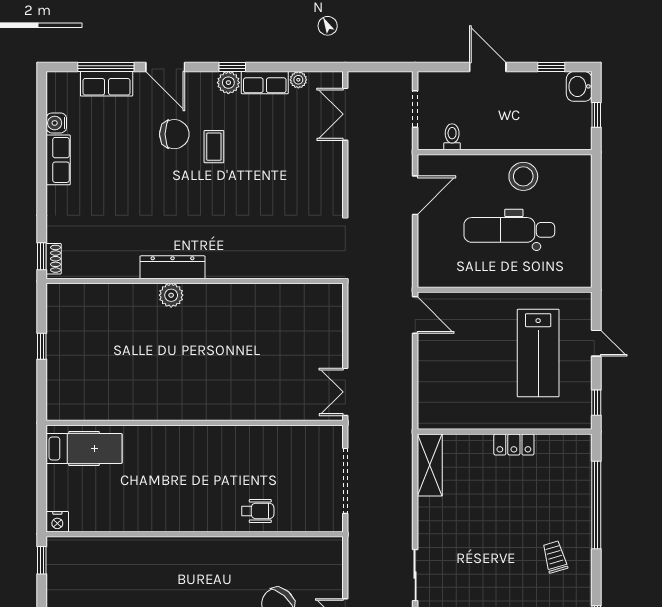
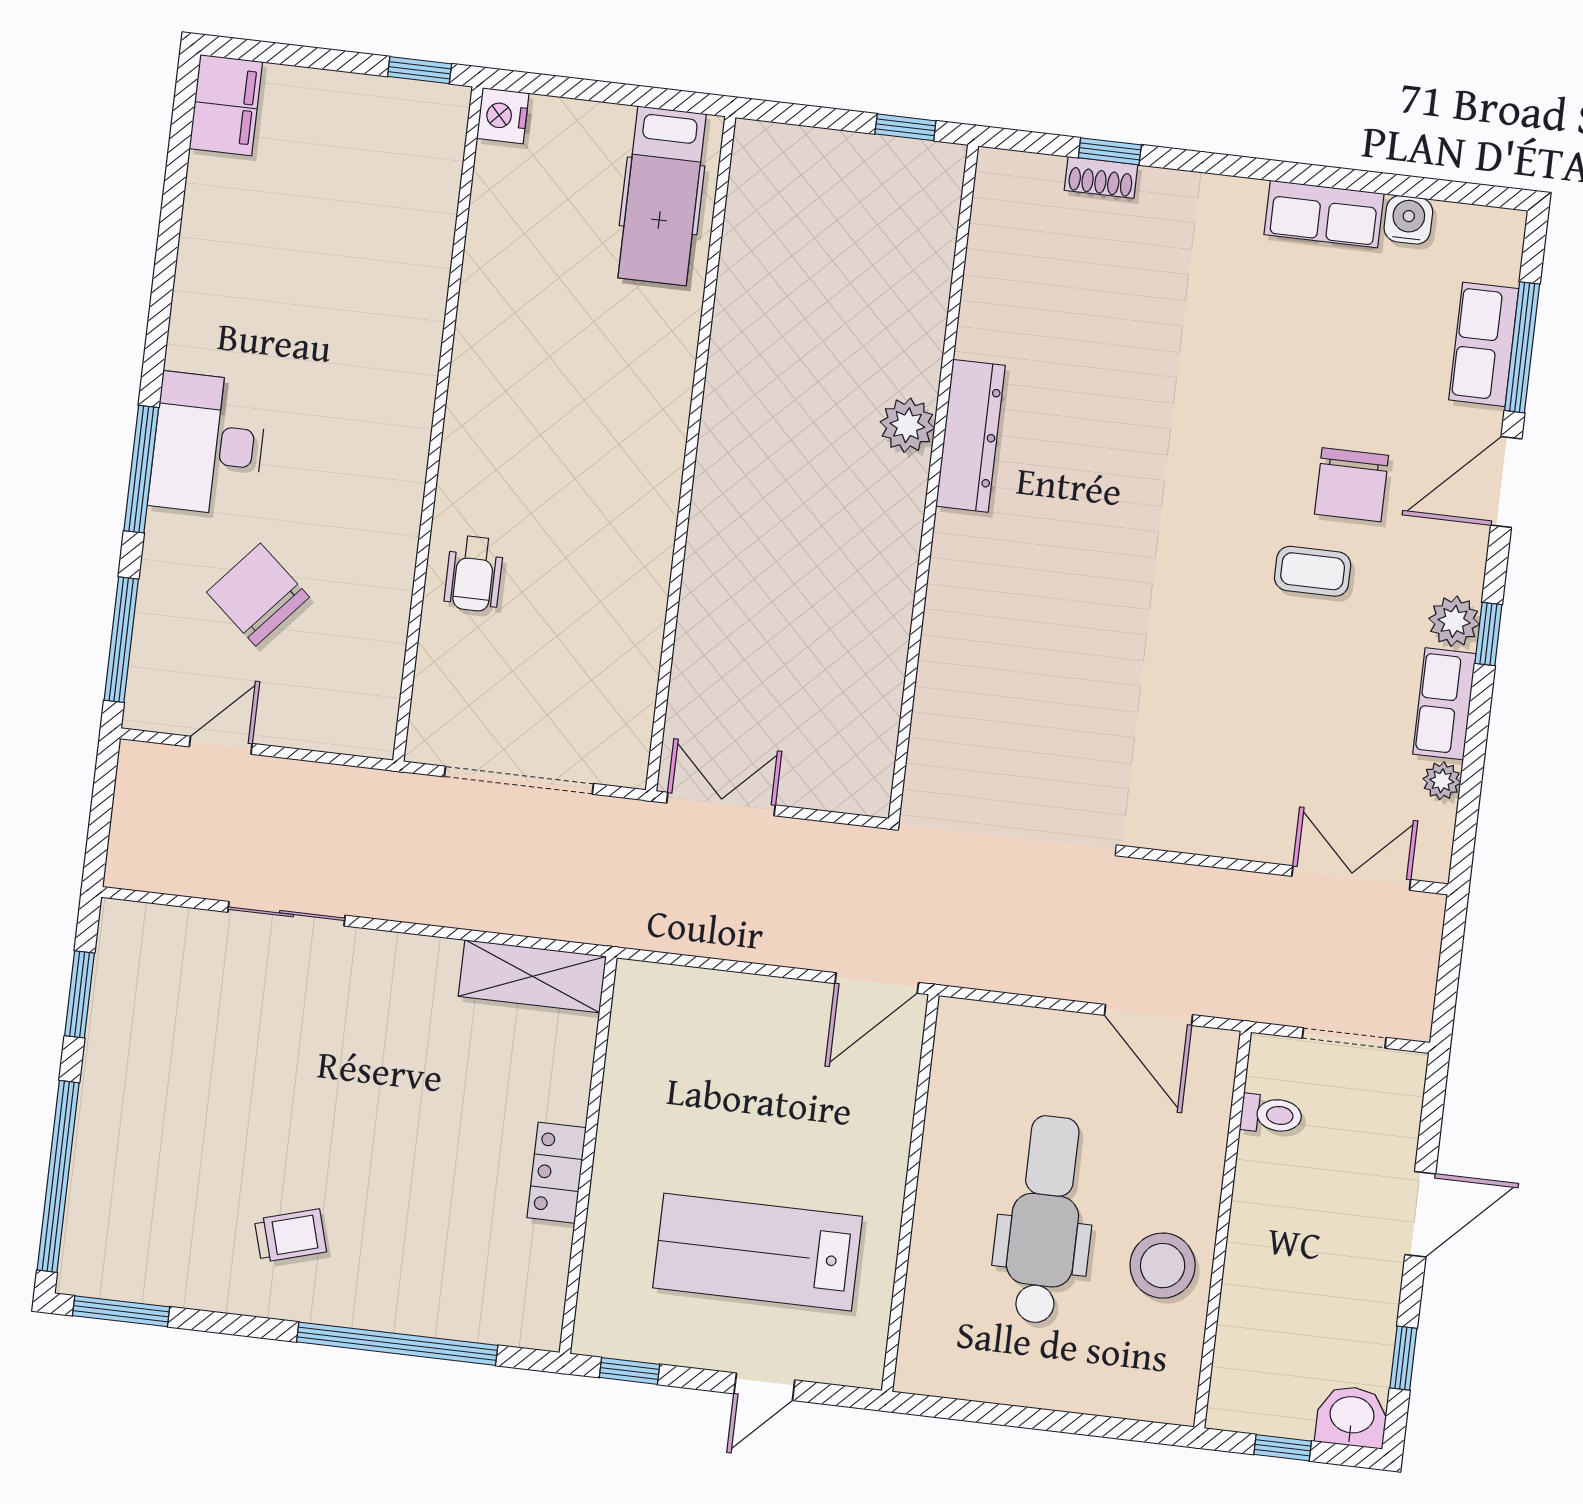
dresser: (173, 267) -> (971, 436), moved
wall: (195, 281) -> (934, 482), moved
plant: (171, 295) -> (907, 425), moved

